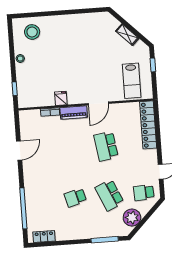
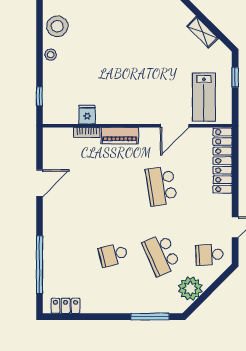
stool: (32, 32) -> (57, 26), moved
fridge: (61, 98) -> (87, 115), moved
door: (98, 104) -> (175, 126), moved

